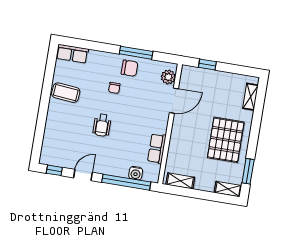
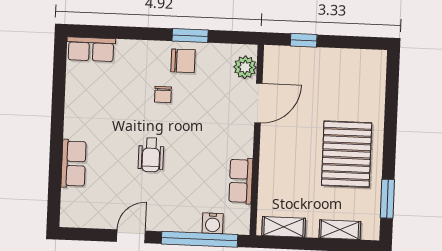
window: (136, 53) -> (190, 36), width x0.69
coffee table: (66, 93) -> (88, 111), removed
shelving: (250, 97) -> (377, 82), removed
row of seats: (52, 125) -> (74, 163), added
window: (54, 170) -> (85, 234), removed
shelving: (228, 189) -> (340, 230), moved

